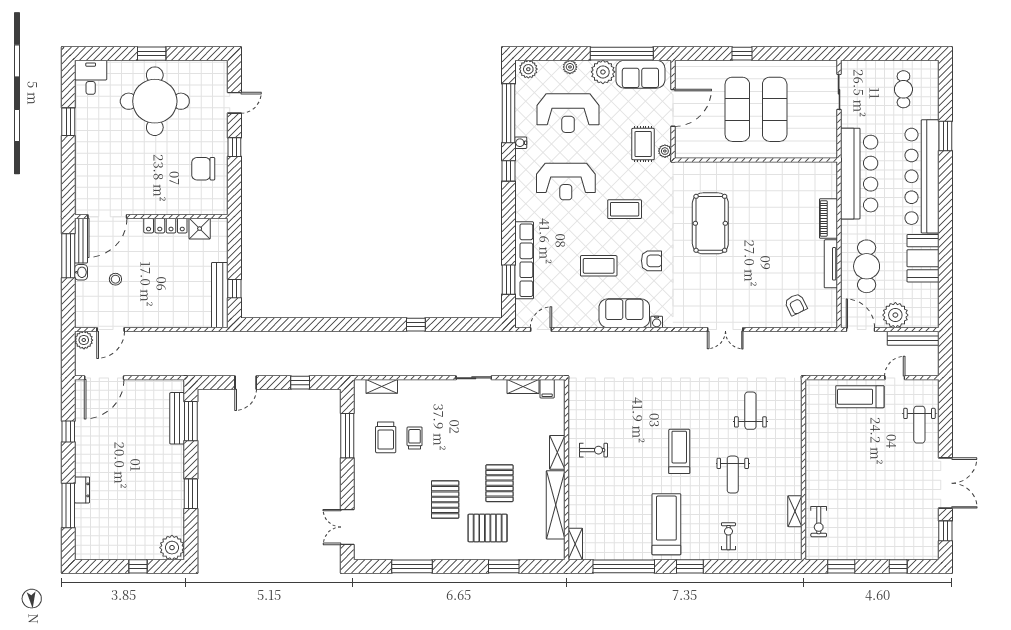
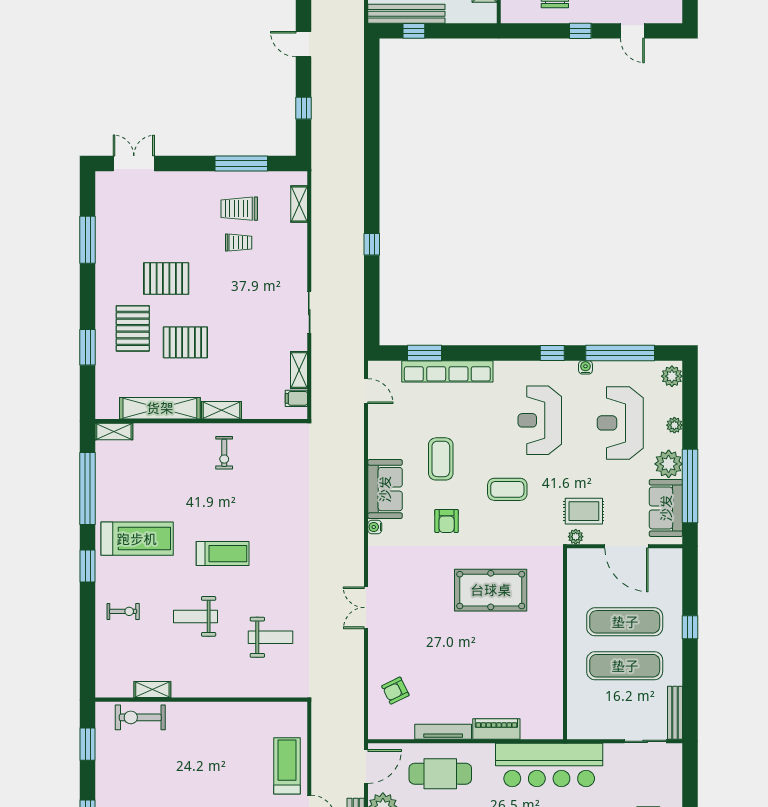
bench: (815, 66) -> (675, 713), added
coffee table: (625, 209) -> (507, 489), turned 90
exercise bike: (819, 522) -> (140, 717), width x1.38, depth x1.39

